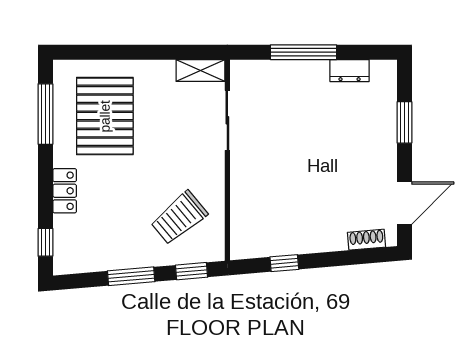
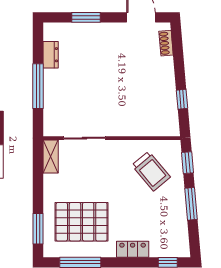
window: (95, 52) -> (38, 229), added

